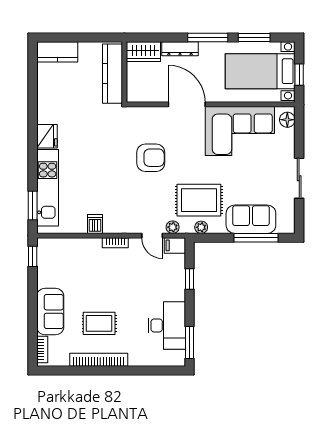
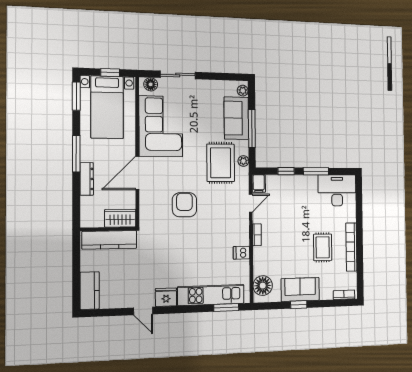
window: (254, 38) -> (76, 96), moved
wardrobe: (143, 52) -> (120, 218), moved, turned -90
door: (33, 110) -> (143, 311), added
sliding door: (299, 178) -> (178, 75), moved
plant: (173, 227) -> (243, 91), moved
window: (256, 238) -> (252, 129), moved
floor lamp: (56, 249) -> (263, 286), added
window: (33, 256) -> (299, 305), moved
sofa: (50, 312) -> (300, 289), moved
desk: (167, 325) -> (337, 190), moved
window: (190, 342) -> (316, 171), moved

